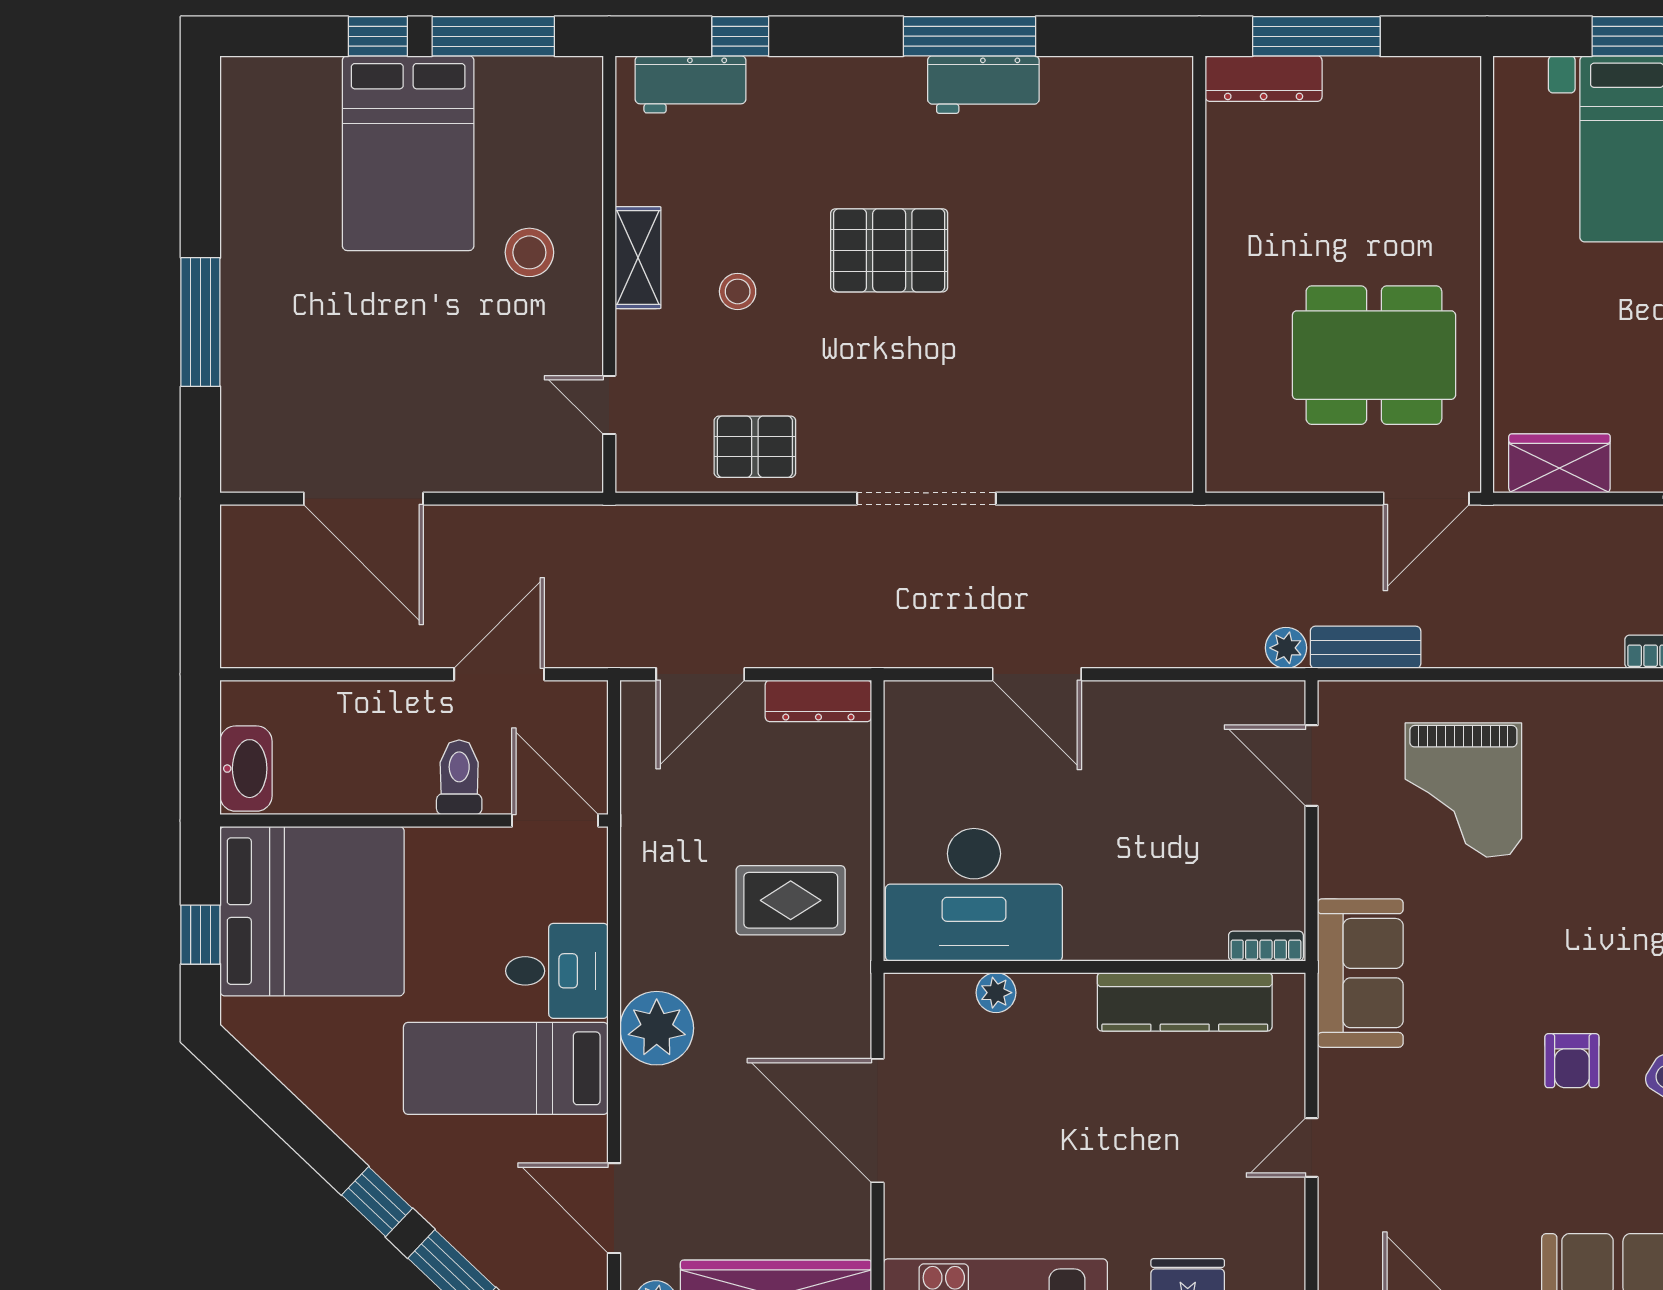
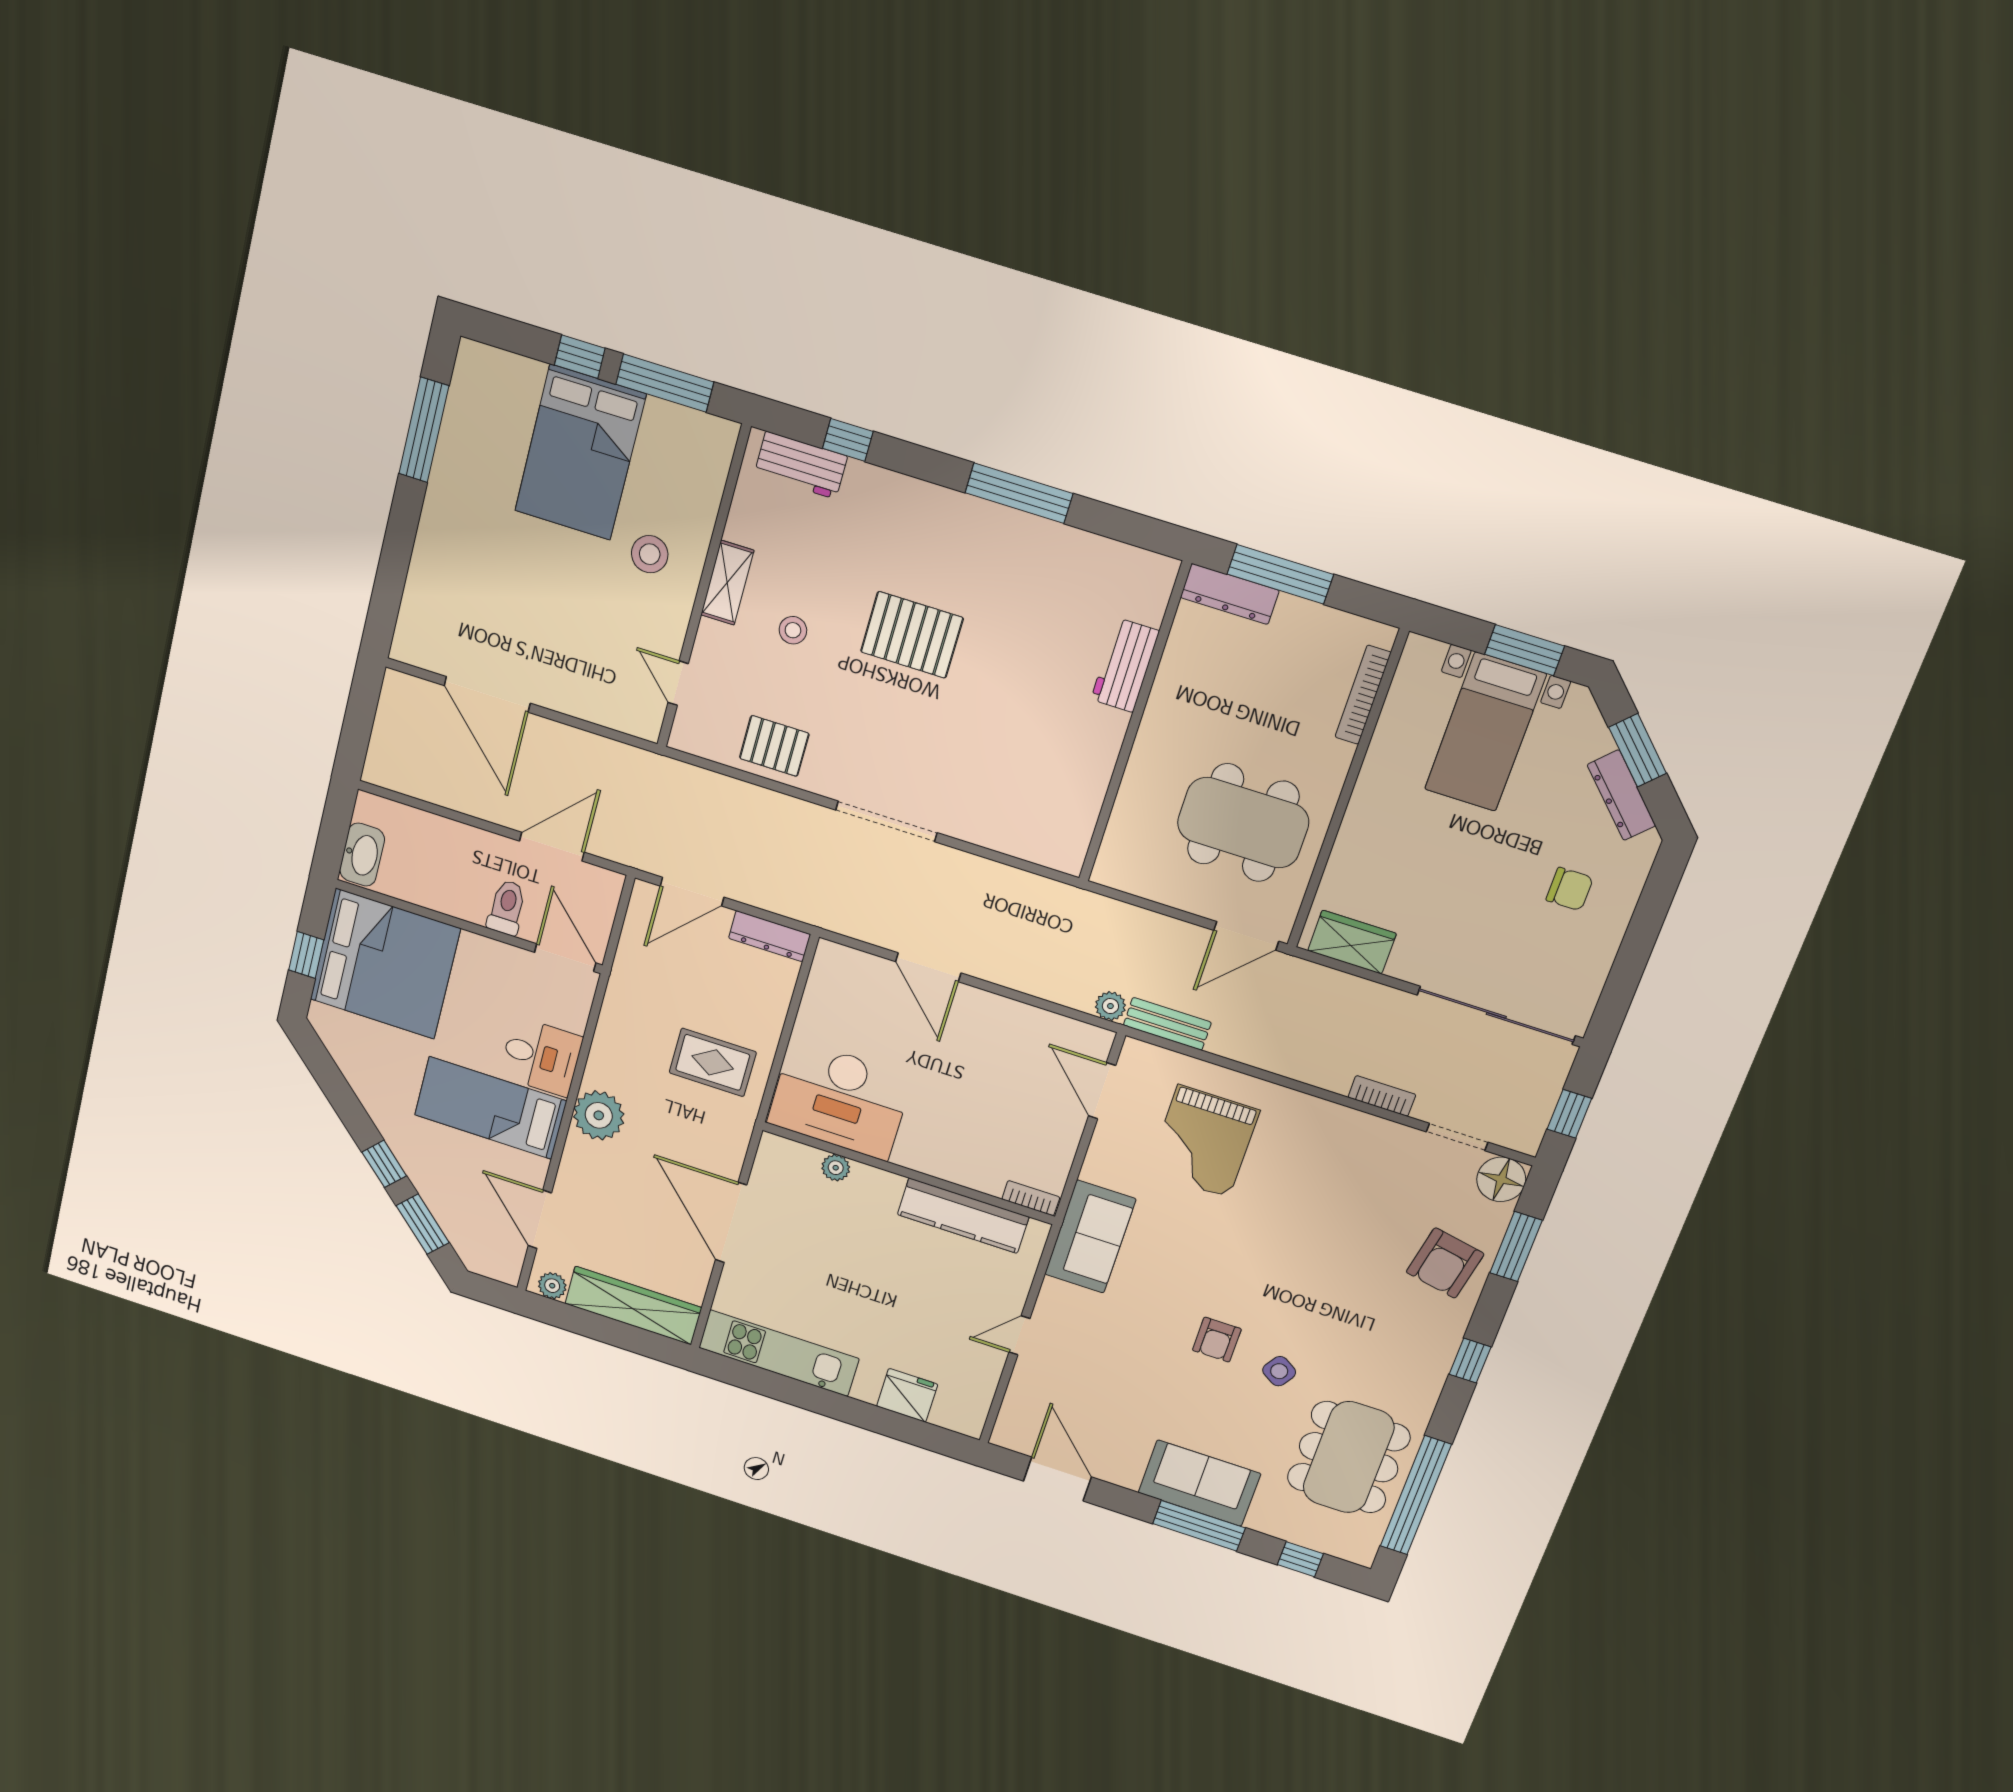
workbench: (983, 85) -> (1125, 665), moved, turned 90
bookcase: (1465, 150) -> (1363, 695), added
window: (200, 322) -> (424, 430), moved

